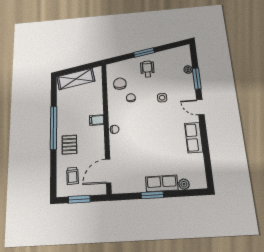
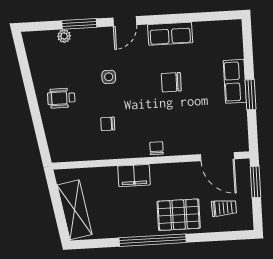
window: (144, 52) -> (33, 103), removed
chair: (120, 84) -> (171, 82), moved
filing cabinet: (97, 120) -> (134, 176), width x2.00
pallet: (69, 145) -> (179, 215), width x1.50, depth x1.42
plant: (184, 184) -> (236, 51), removed
window: (79, 199) -> (255, 182), moved

